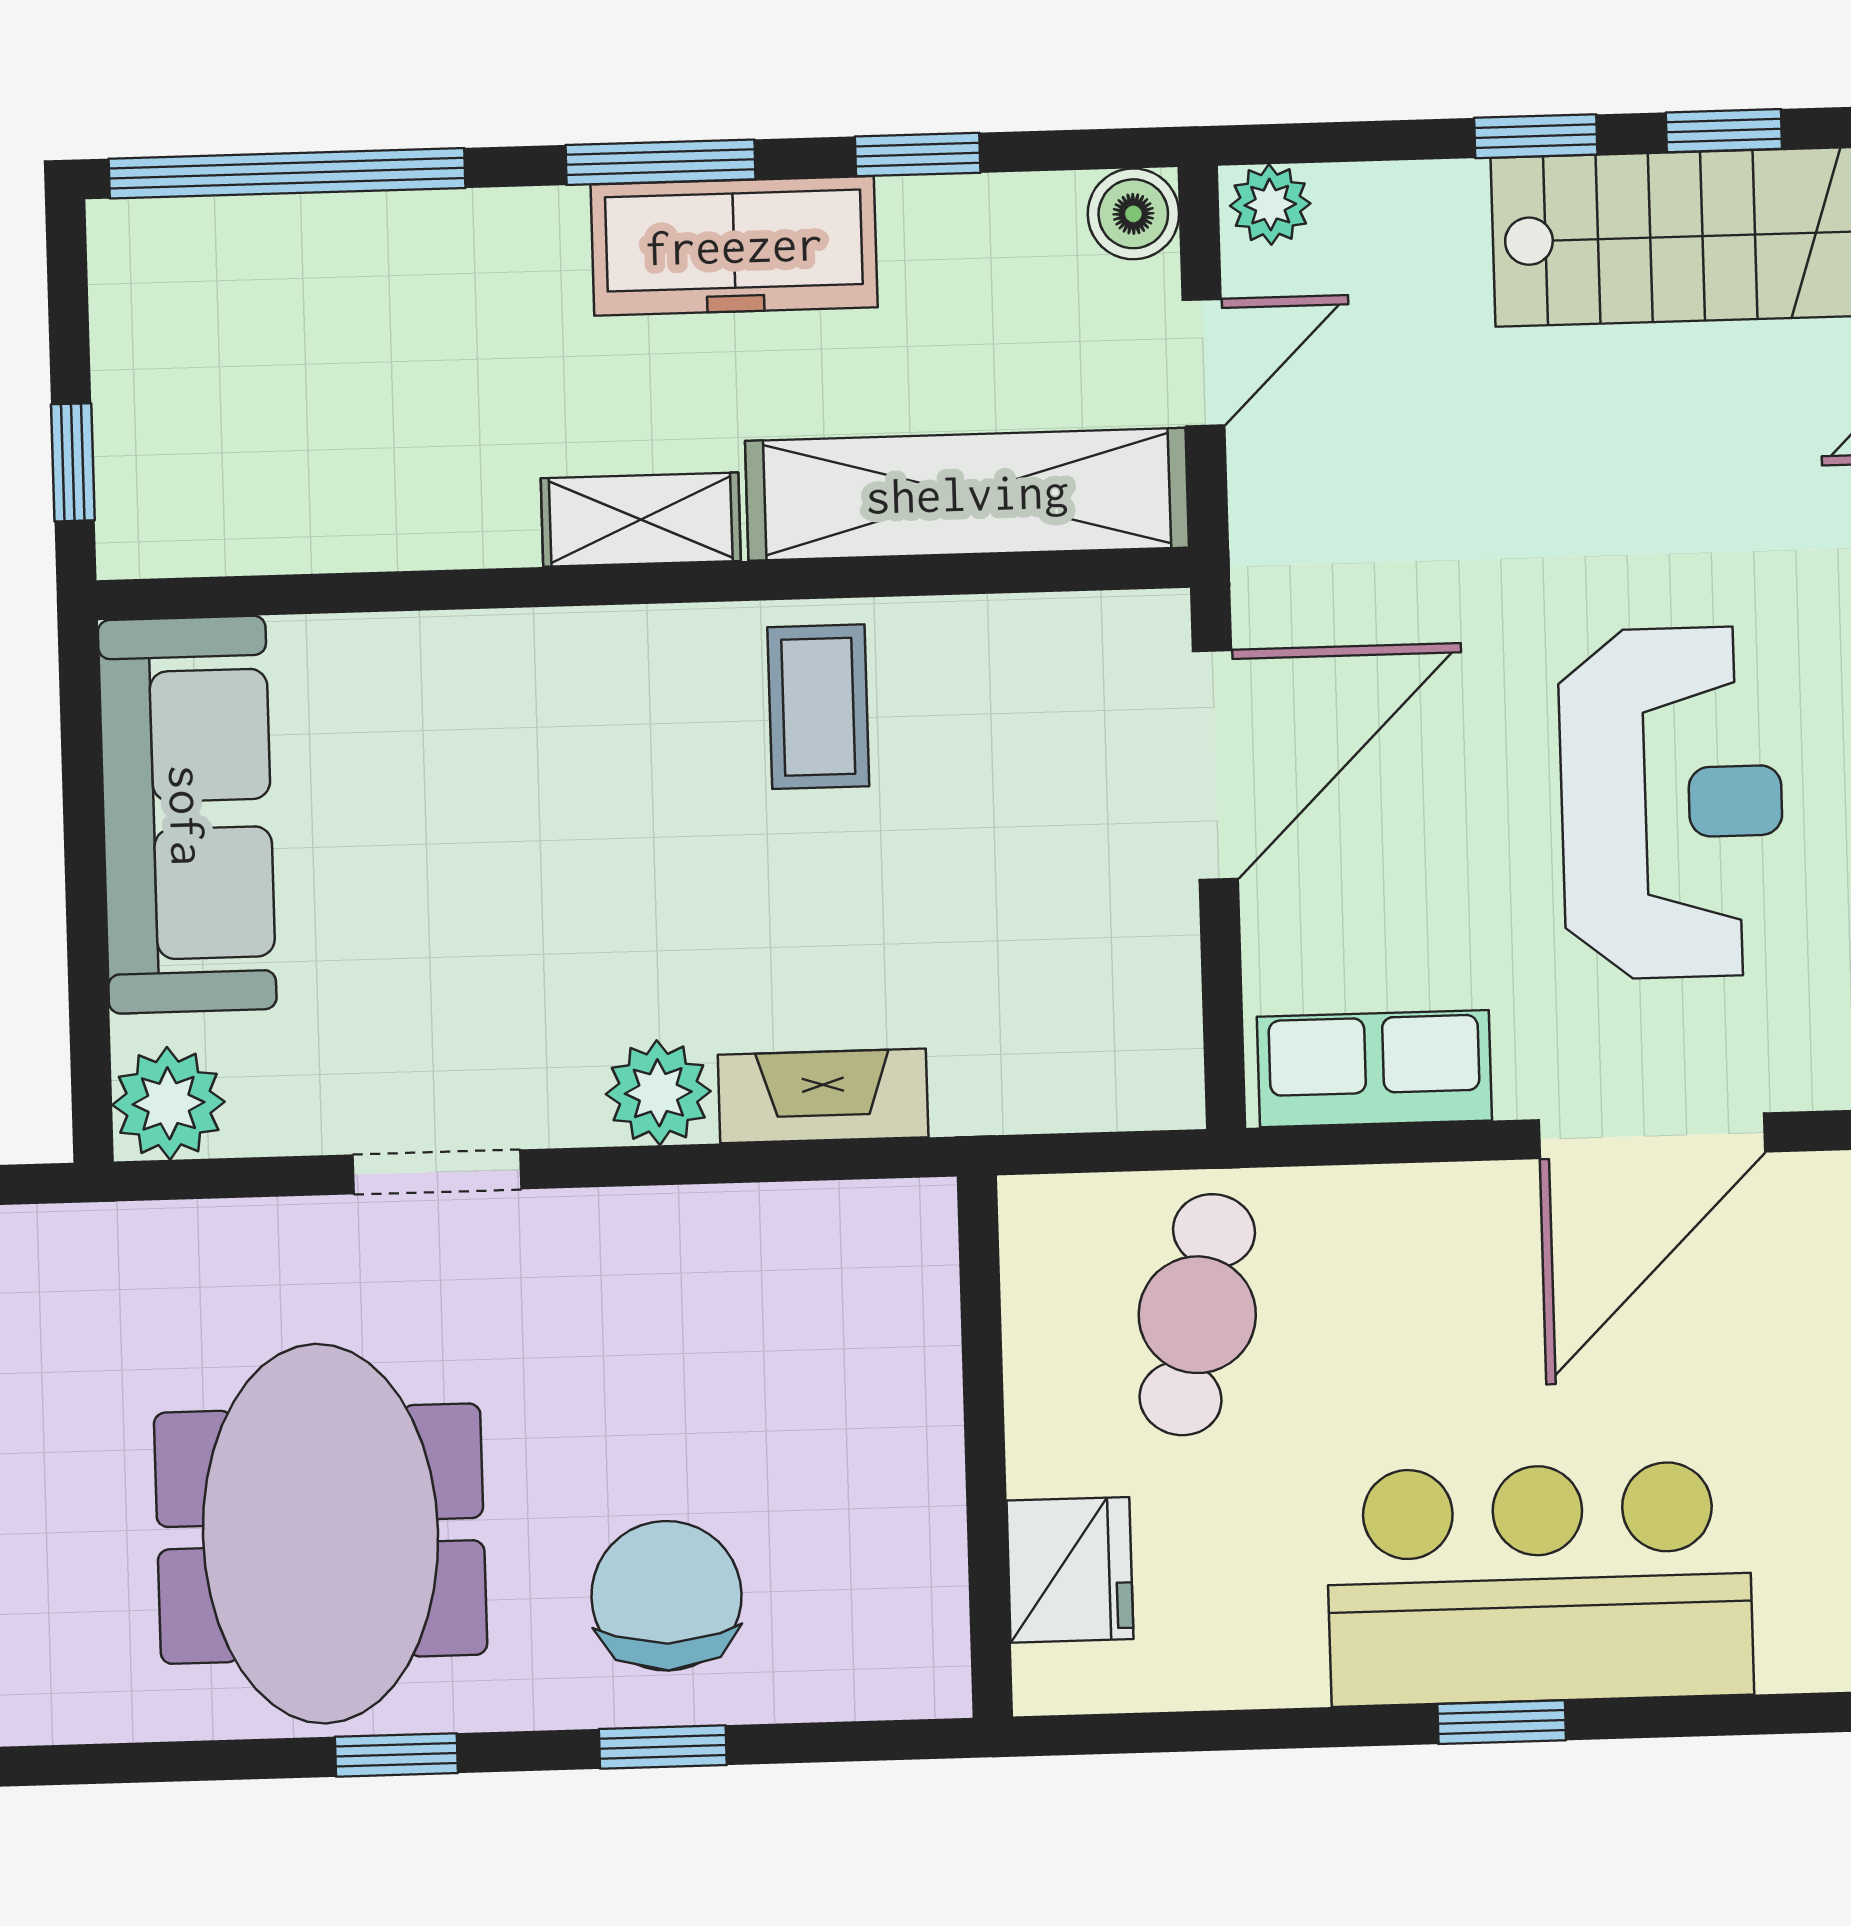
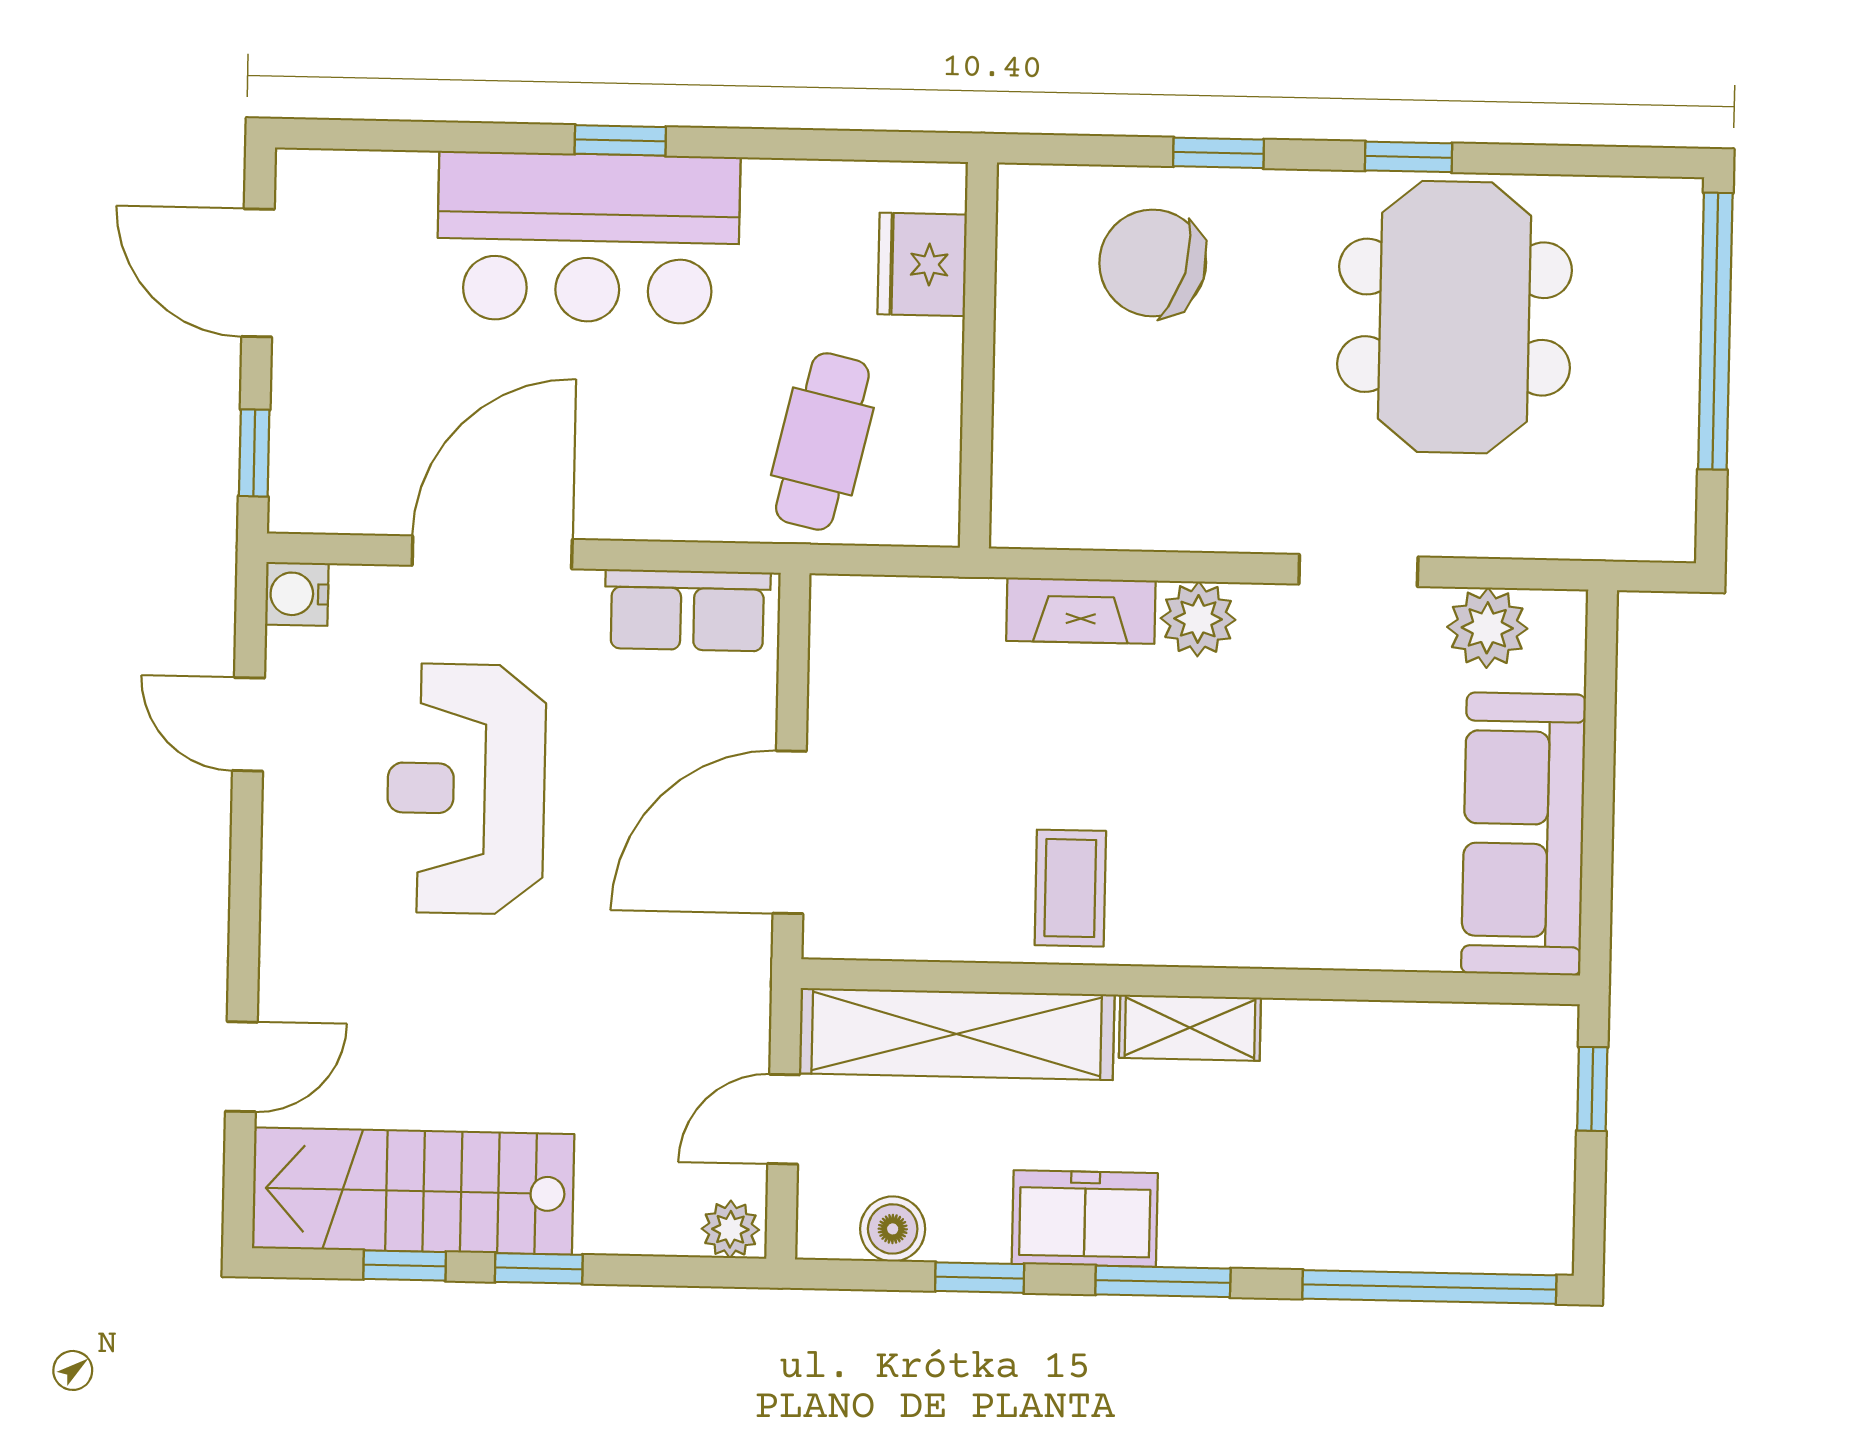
boiler: (1133, 214) -> (893, 1229), moved
freezer: (734, 246) -> (1085, 1219), width x0.71
plant: (169, 1103) -> (1487, 628), moved
chair: (666, 1596) -> (1153, 263), moved, turned 106

